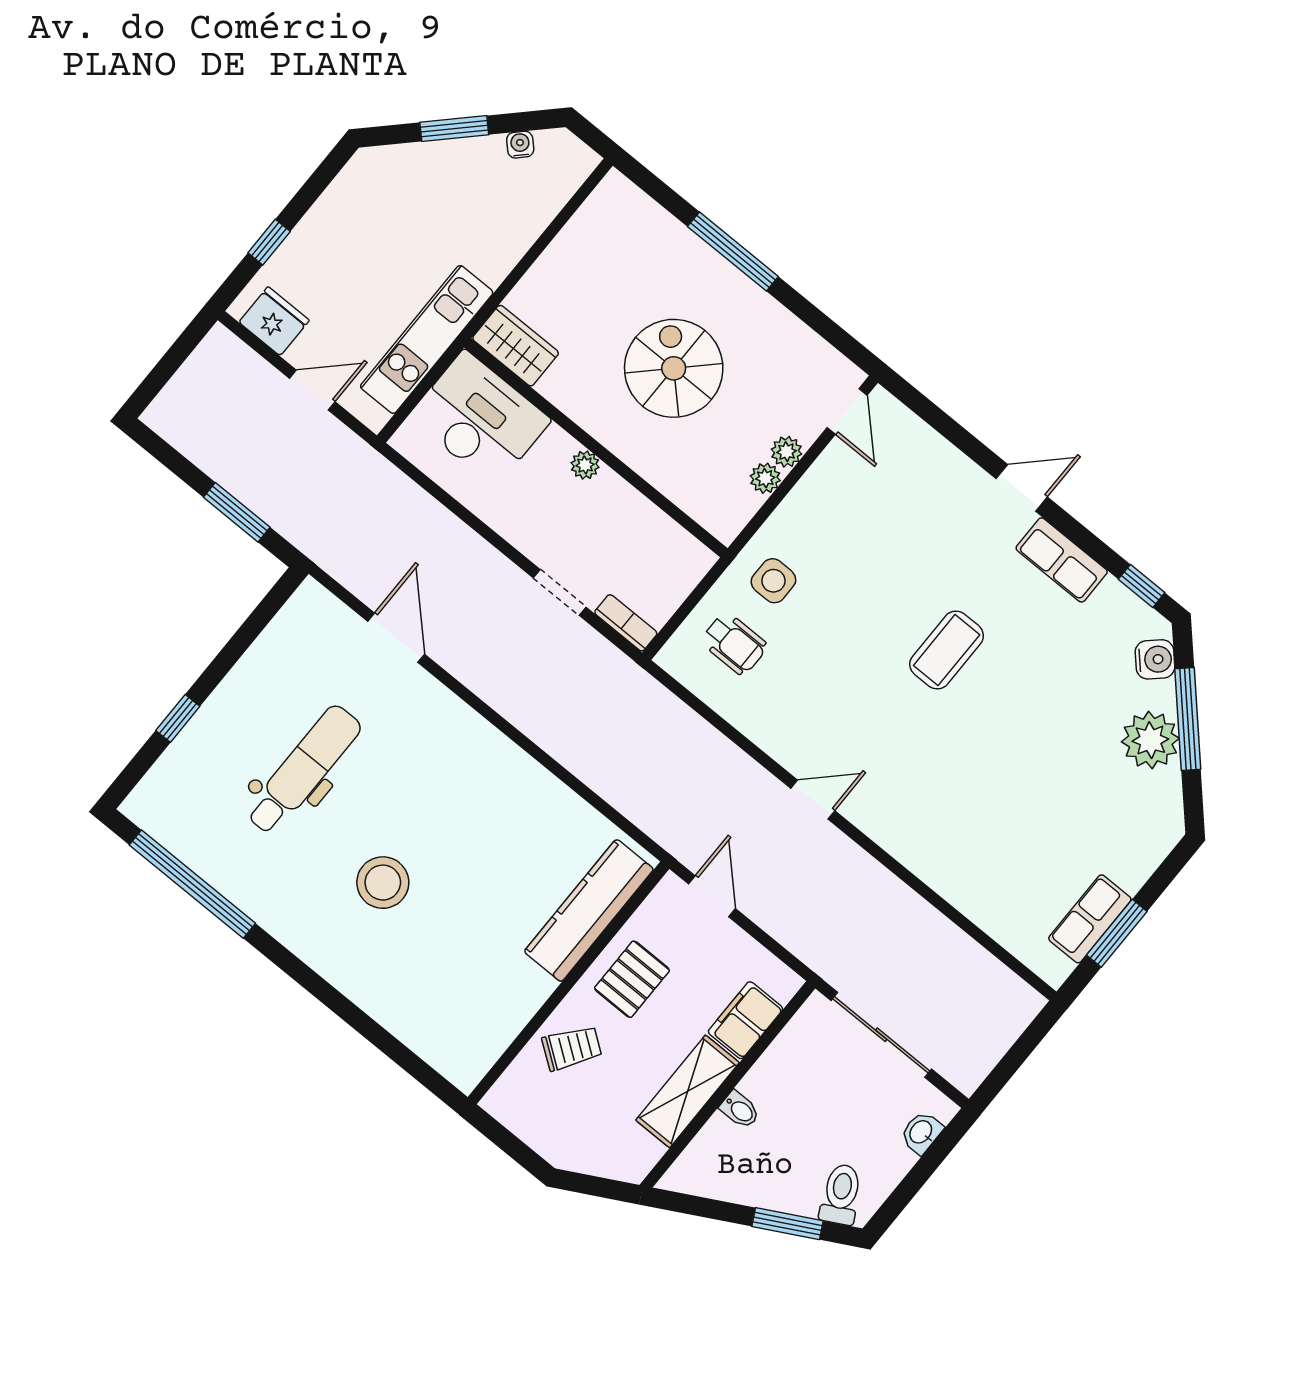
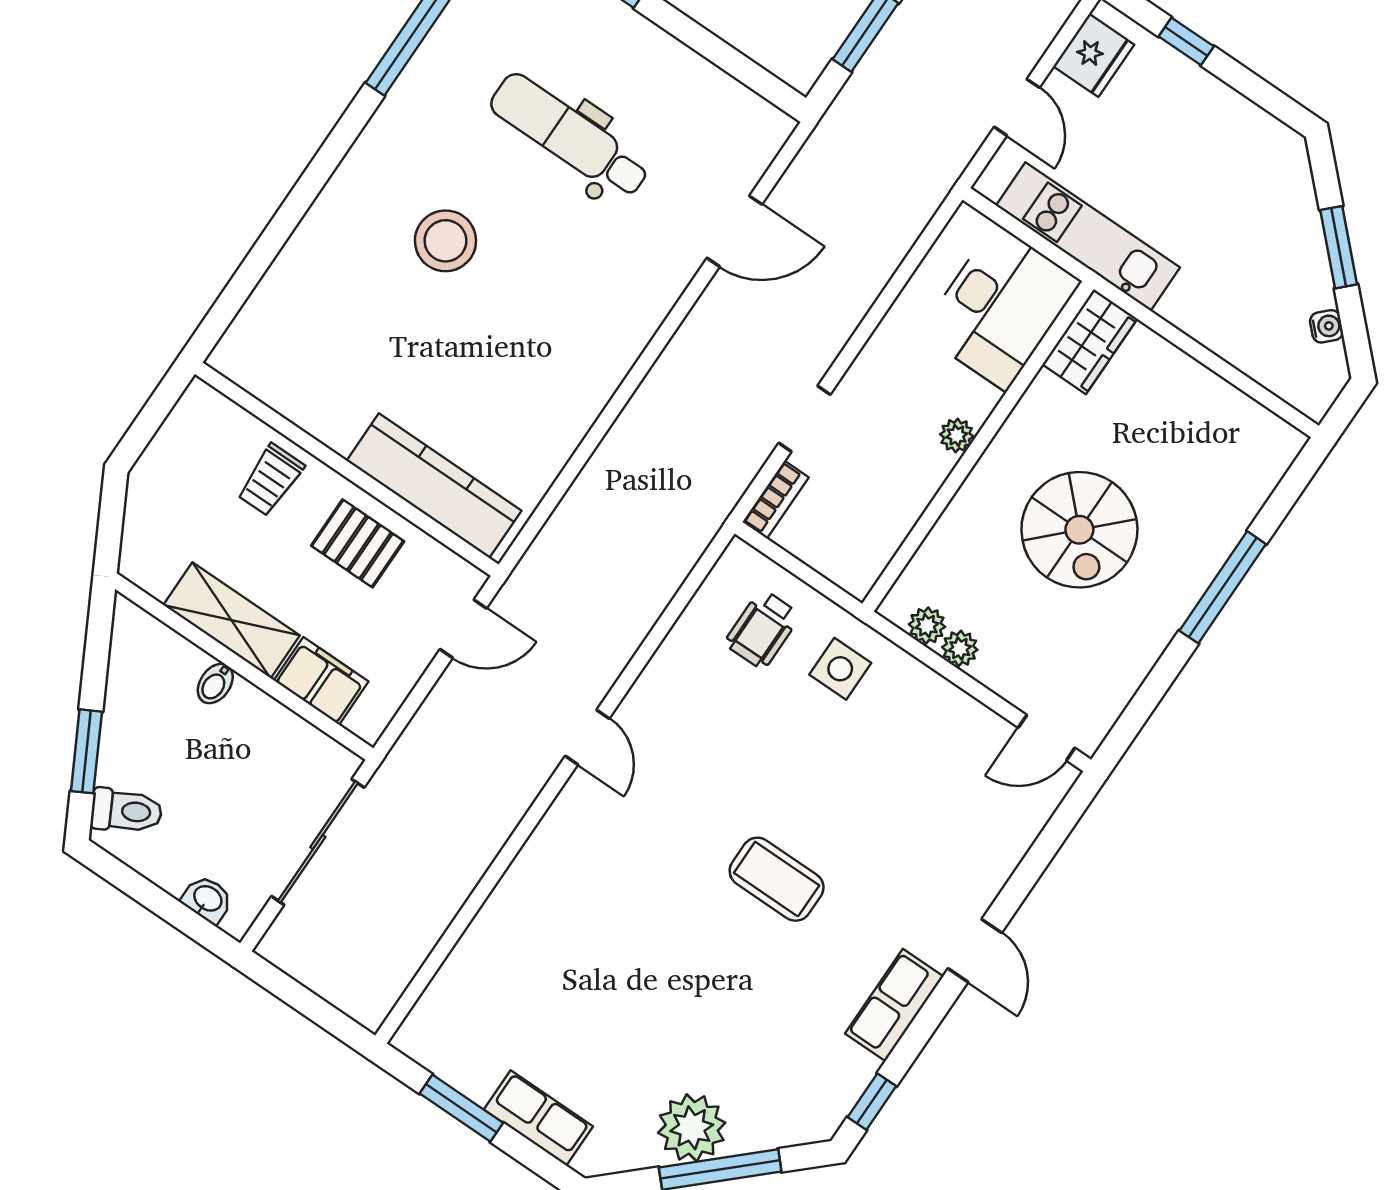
spiral stairs: (674, 368) -> (1079, 530), turned 90
plant: (786, 452) -> (927, 626), moved
water cooler: (1155, 659) -> (787, 1125), removed
dental chair: (303, 770) -> (570, 136), turned 180
row of seats: (1090, 919) -> (538, 1118), moved
trolley: (572, 1048) -> (271, 480), turned 54

